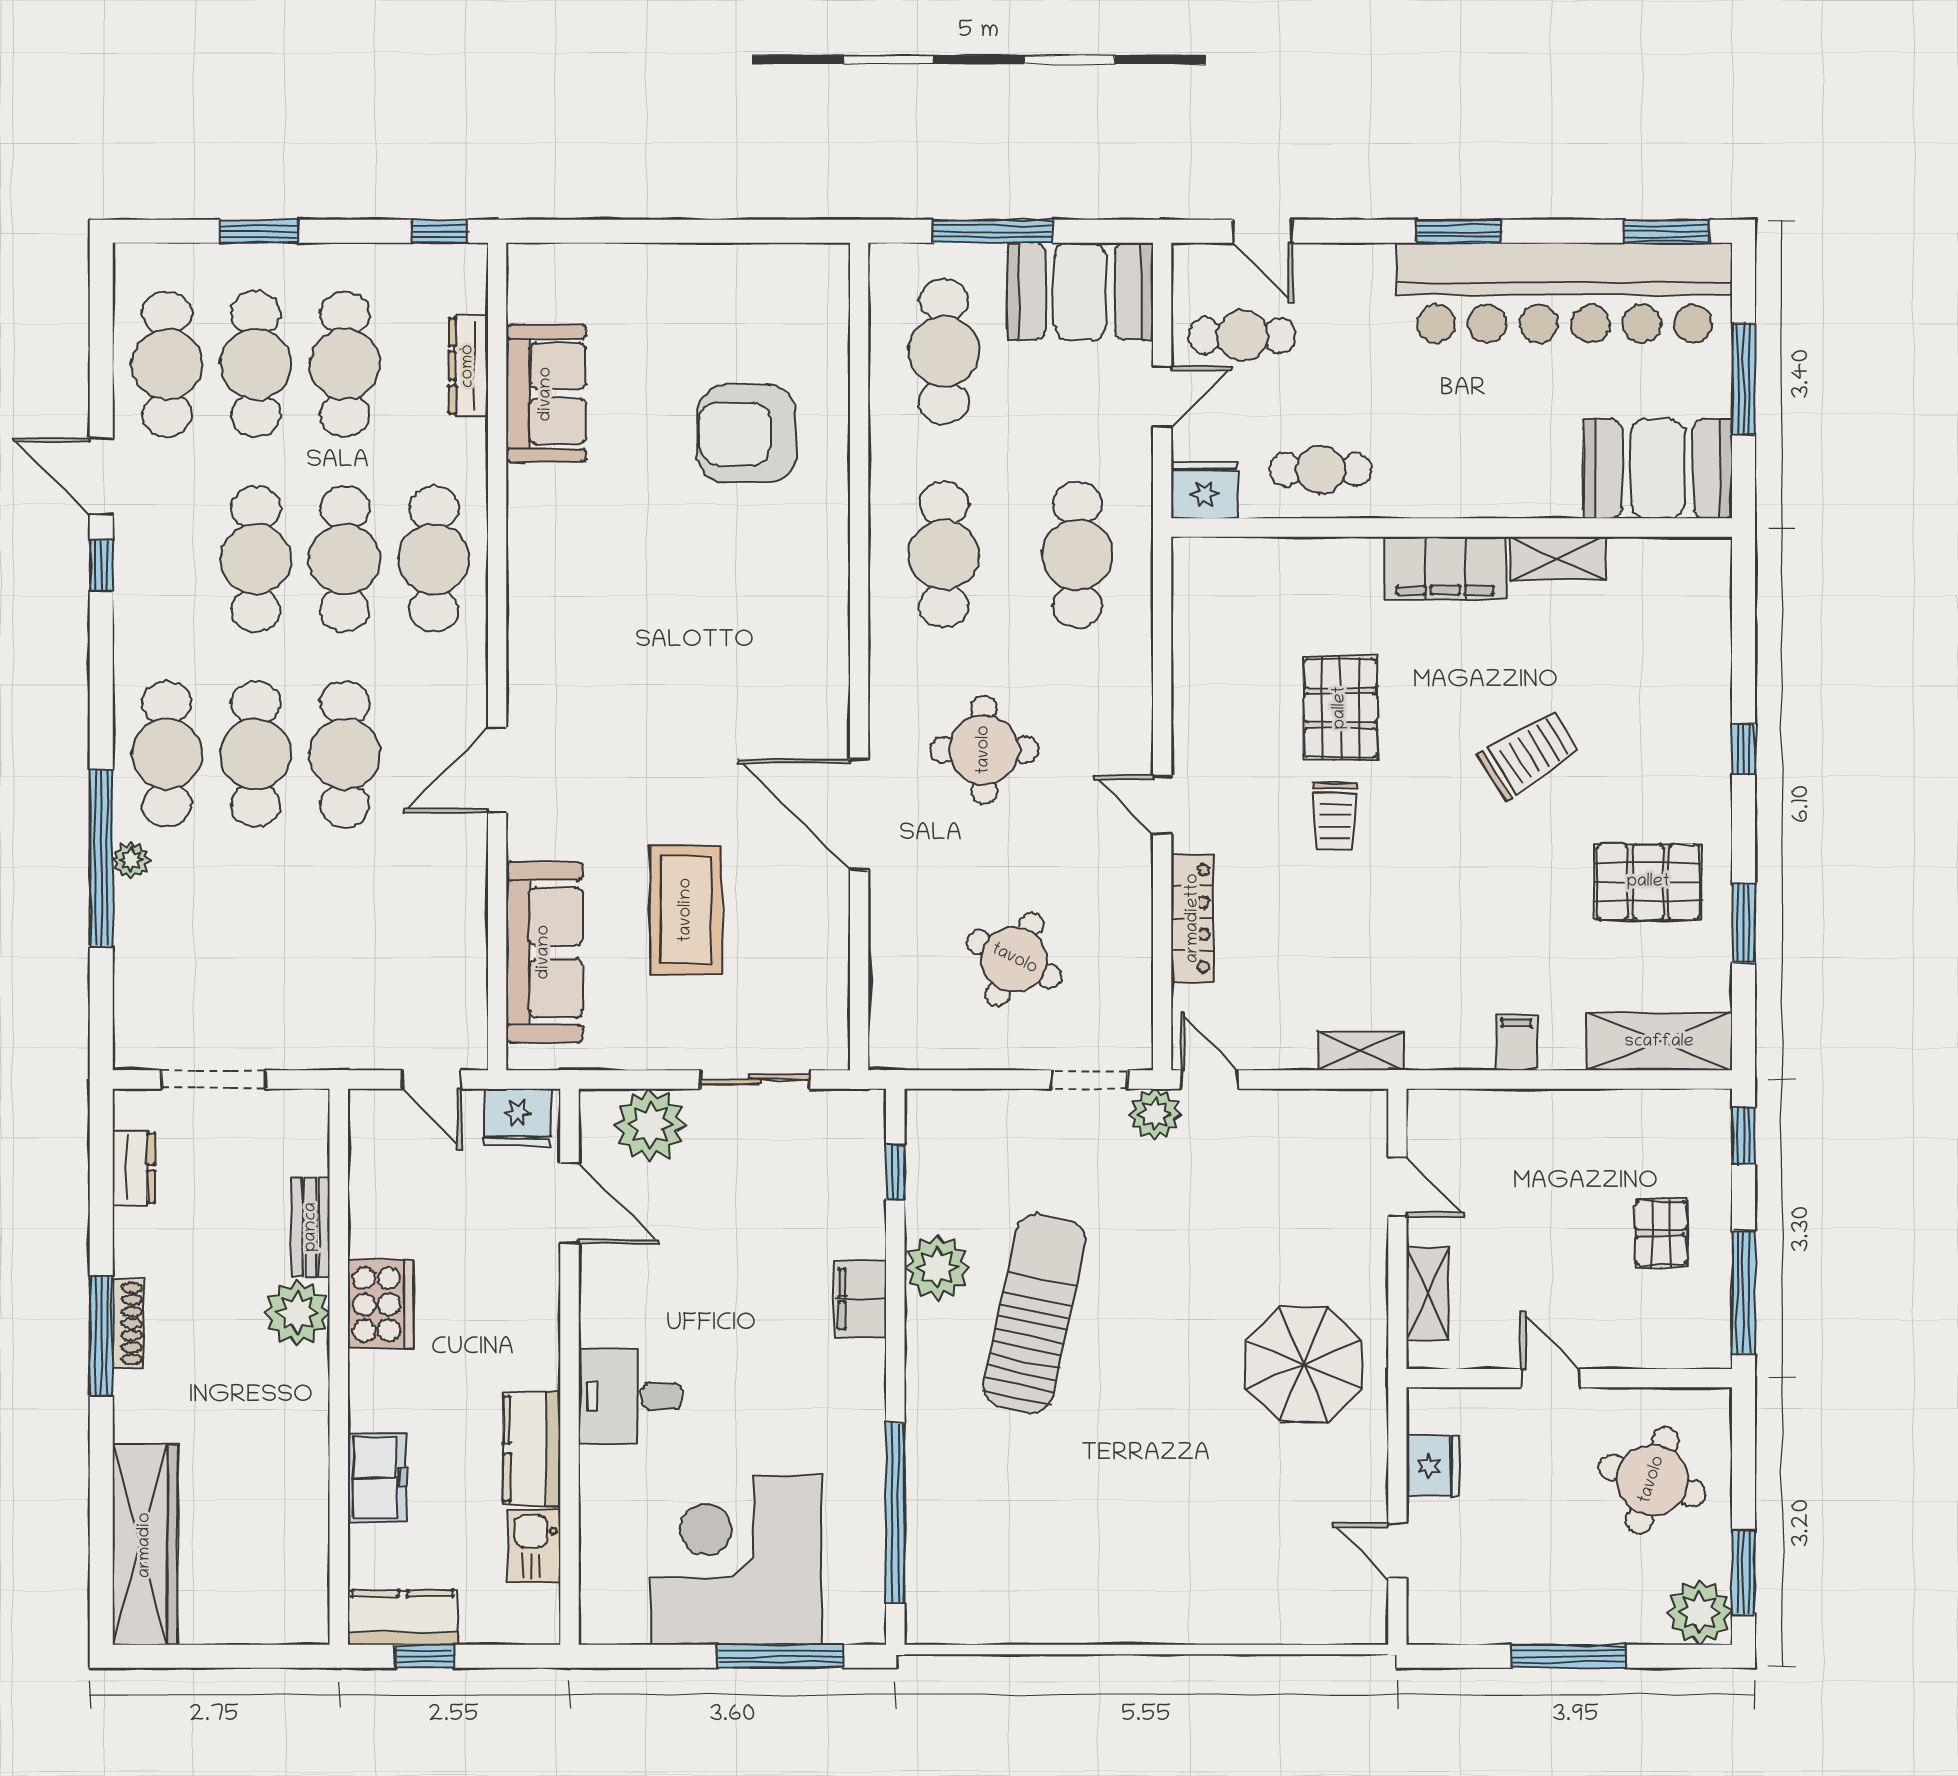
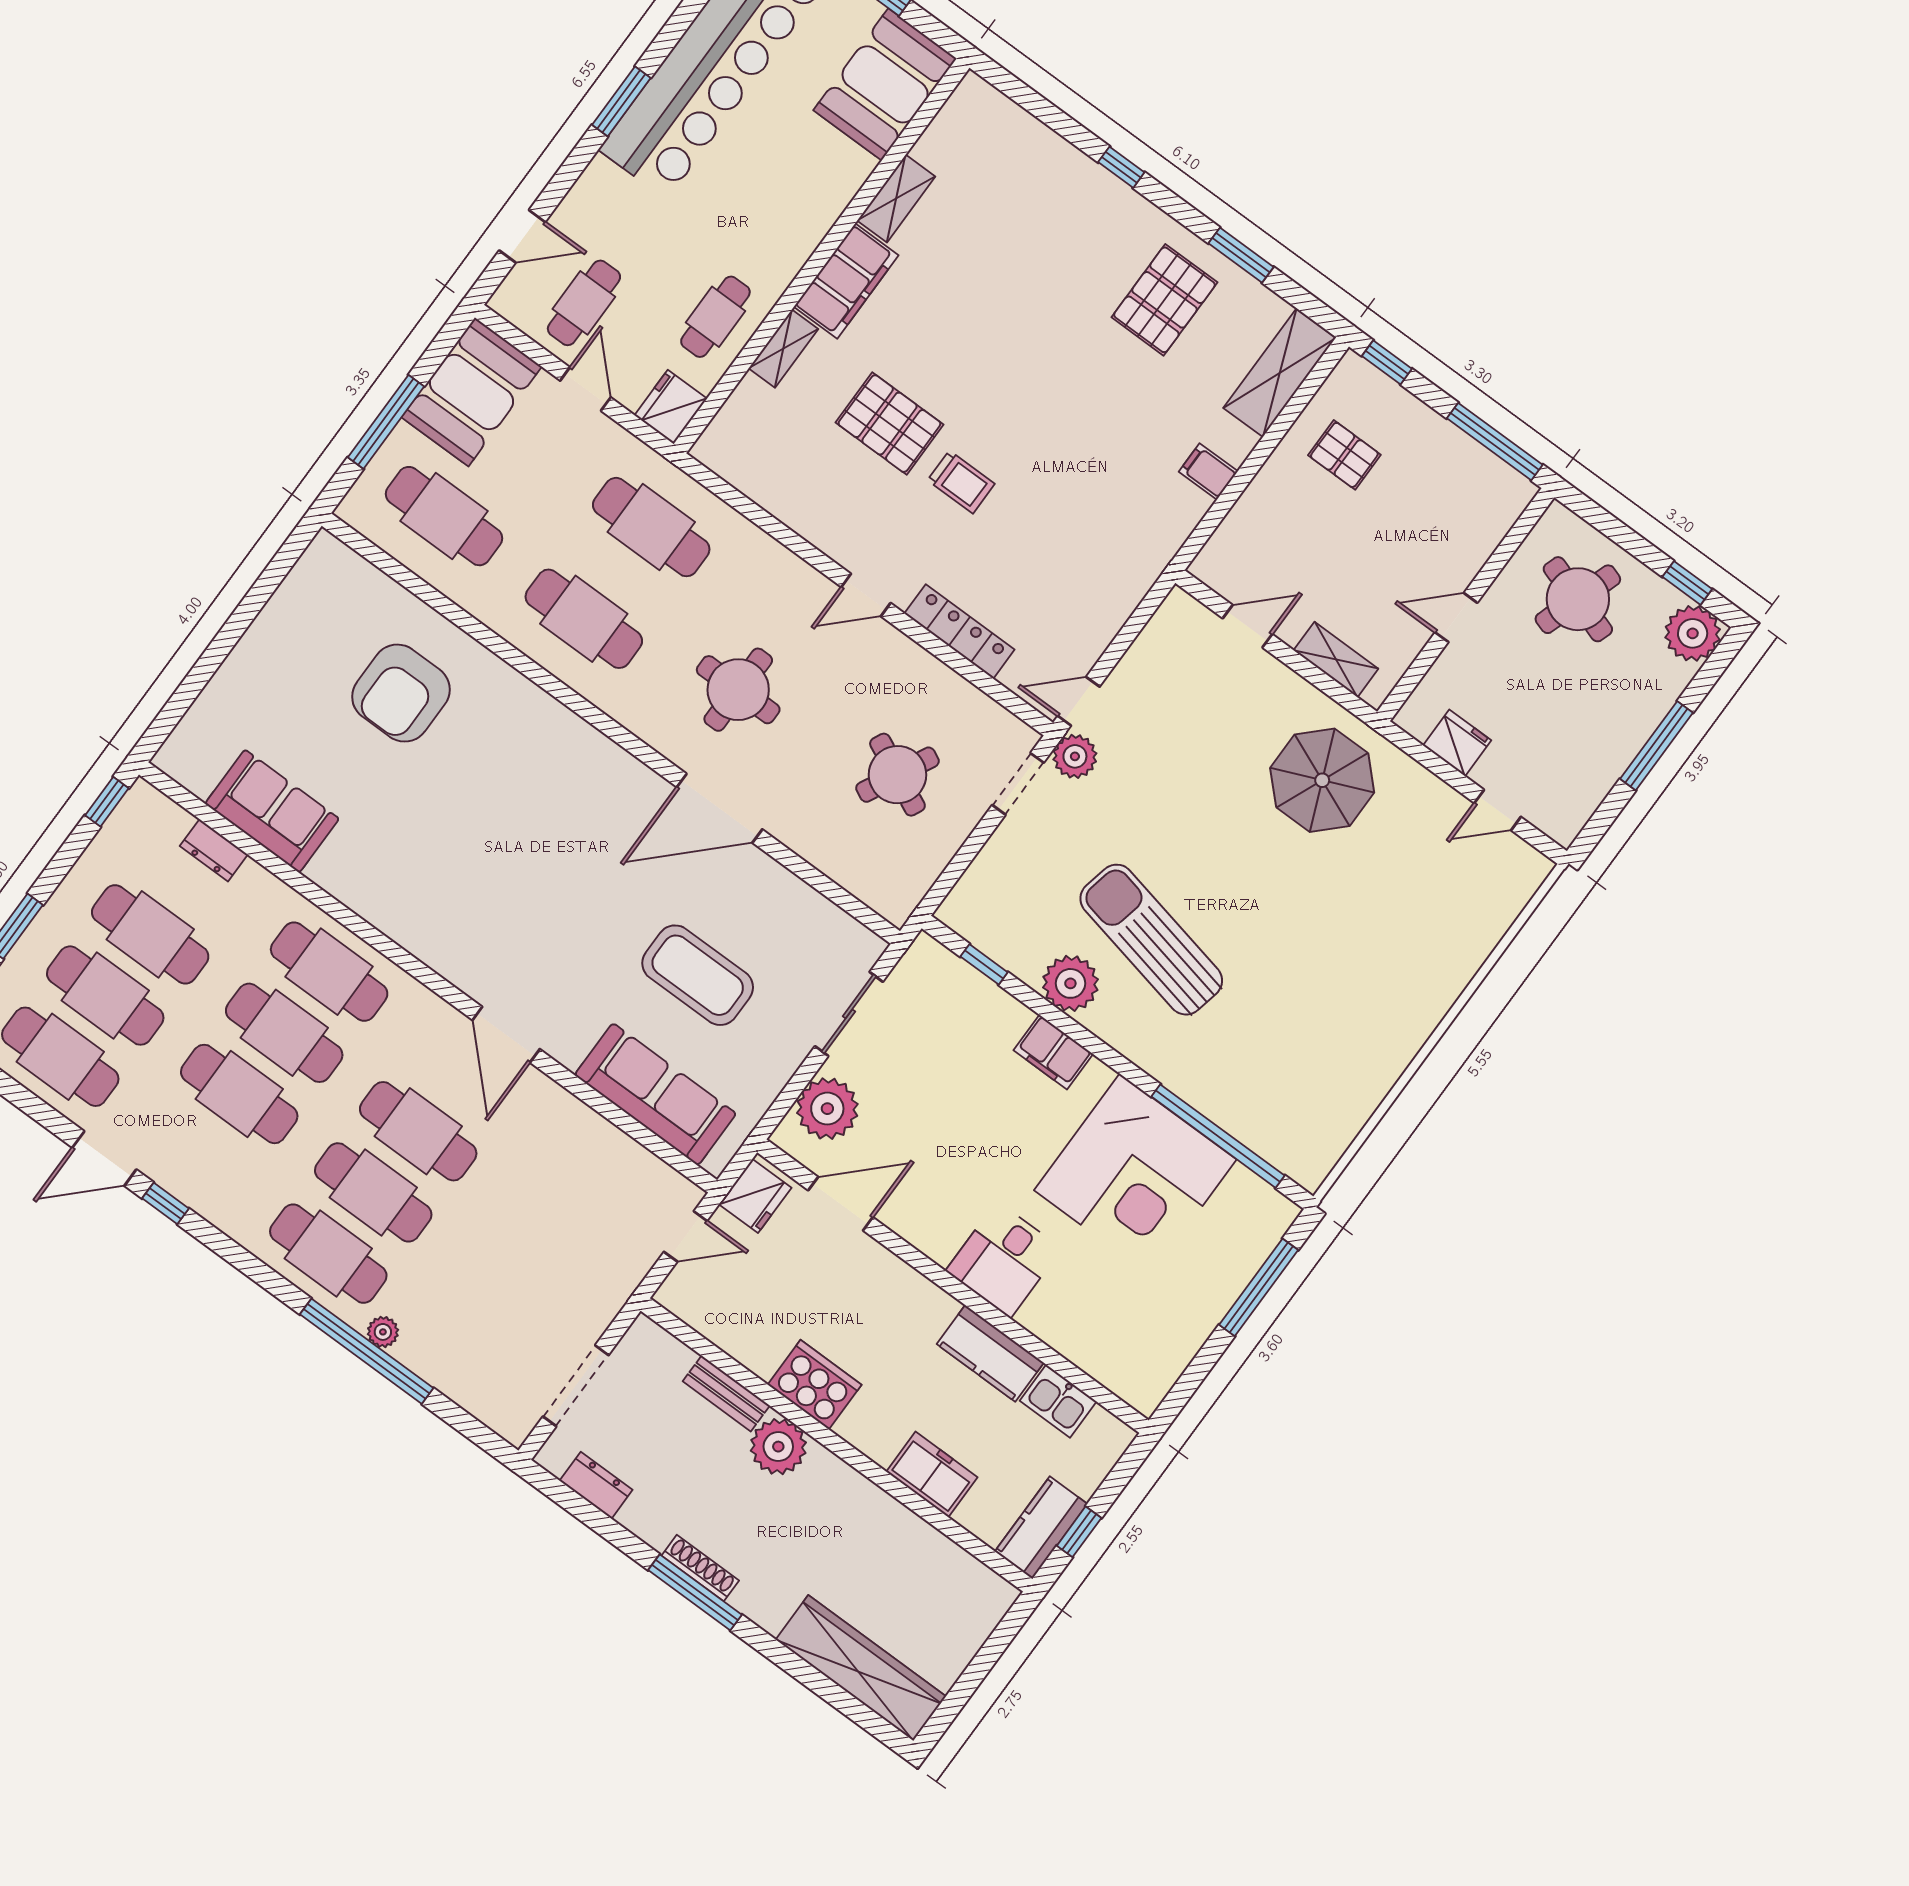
dresser: (468, 366) -> (214, 850), width x0.70
trolley: (1529, 755) -> (1017, 318), removed
shelving: (1361, 1051) -> (783, 349), moved
pallet: (1661, 1233) -> (1344, 455), moved
corner desk: (736, 1560) -> (1135, 1175), moved, turned -90
window: (1744, 1572) -> (1687, 583), width x0.67

